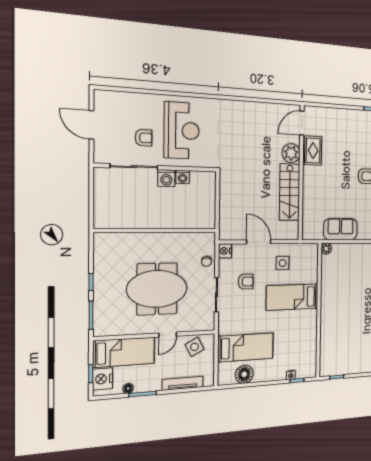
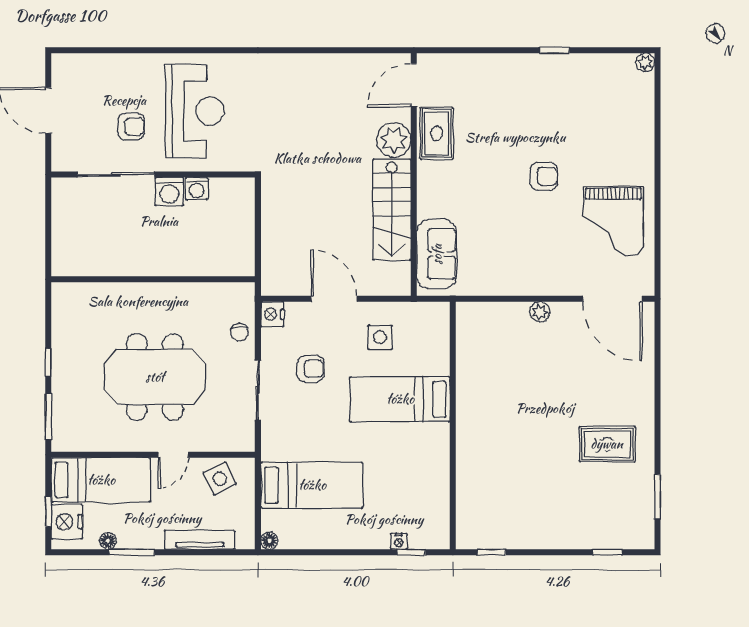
sofa: (340, 229) -> (437, 254), moved, turned 90
plant: (326, 249) -> (540, 312), moved
floor lamp: (244, 374) -> (269, 541), moved, width x0.53, depth x0.53

